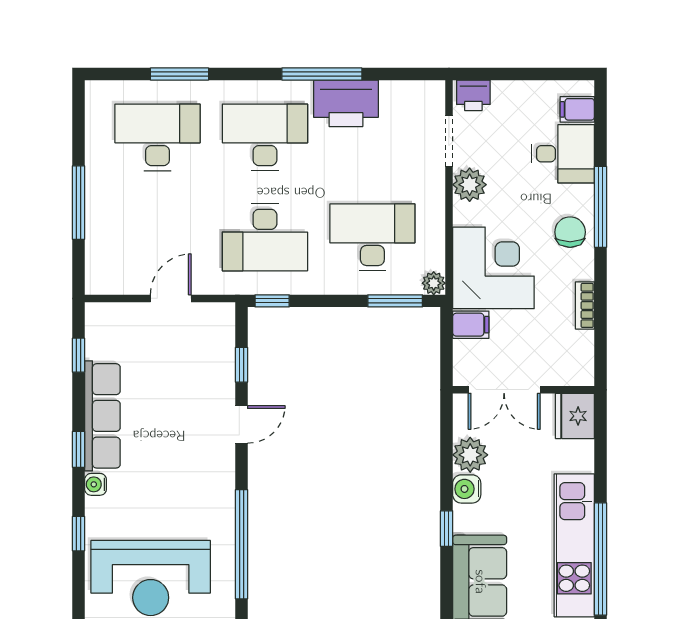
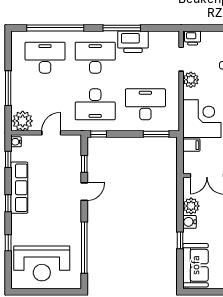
window: (180, 74) -> (55, 28), width x2.11
plant: (434, 283) -> (23, 121), moved, width x1.88, depth x1.88
water cooler: (96, 484) -> (16, 142), moved

